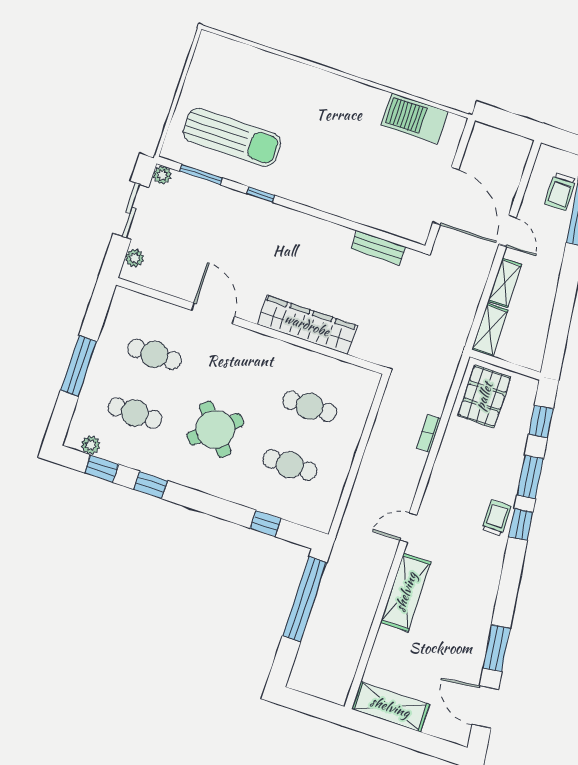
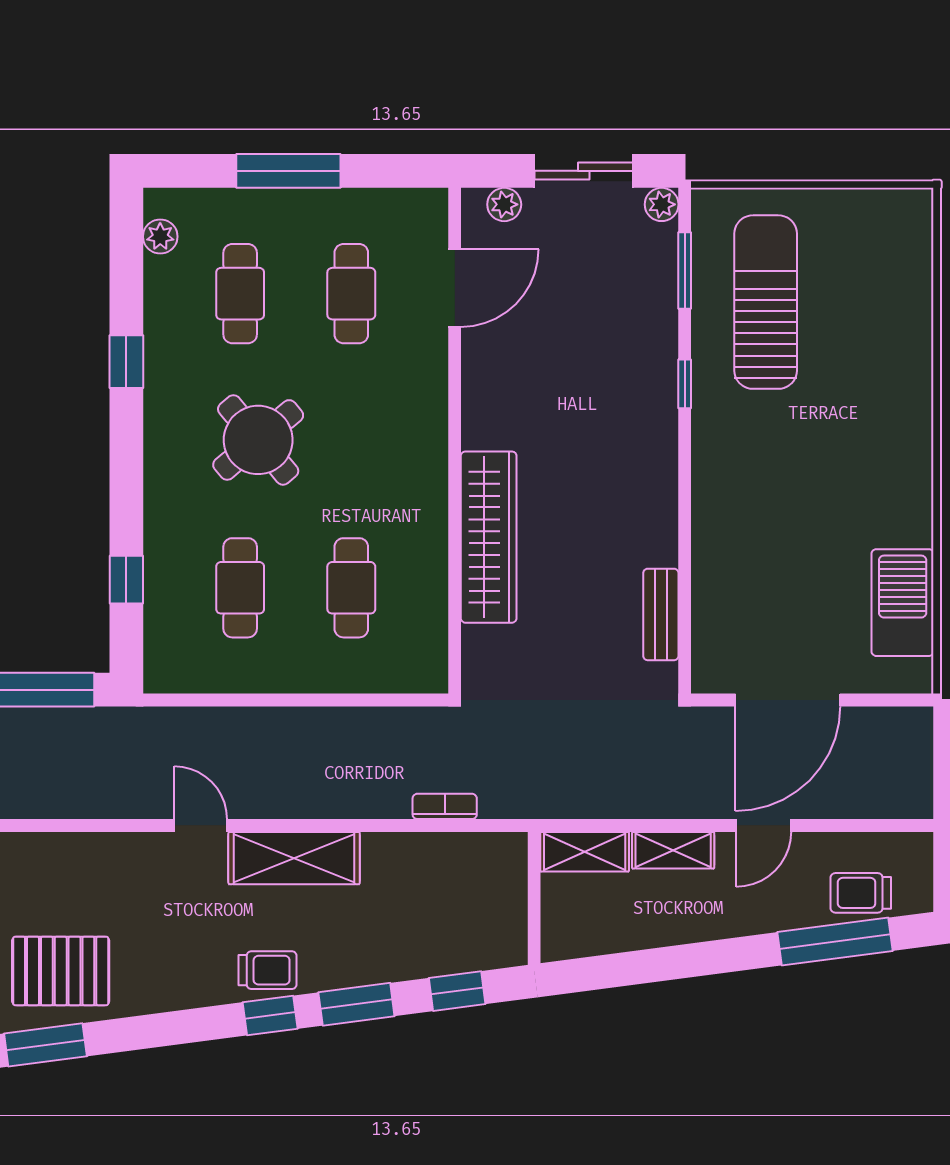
sun lounger: (232, 137) -> (766, 302), turned 180
door: (213, 313) -> (455, 288), moved
pallet: (484, 396) -> (61, 971), moved
bookcase: (429, 433) -> (445, 806), moved
window: (102, 469) -> (126, 268), removed
shelving: (406, 592) -> (294, 858), moved

